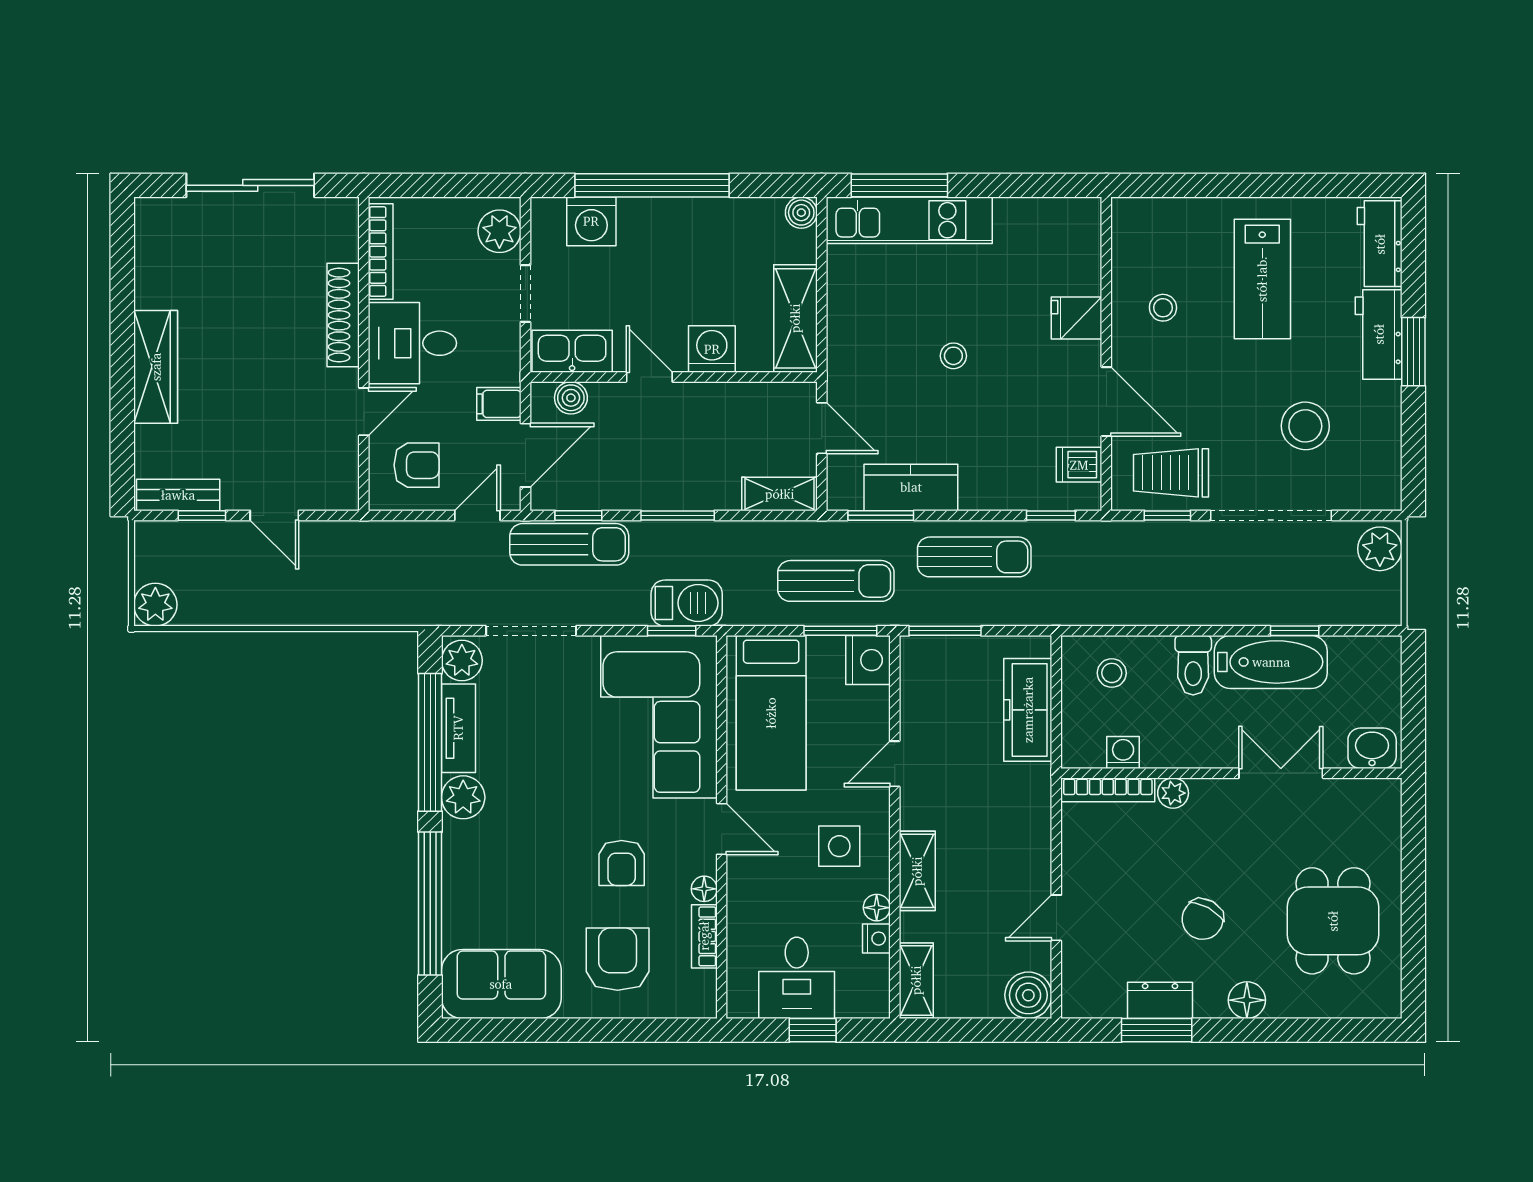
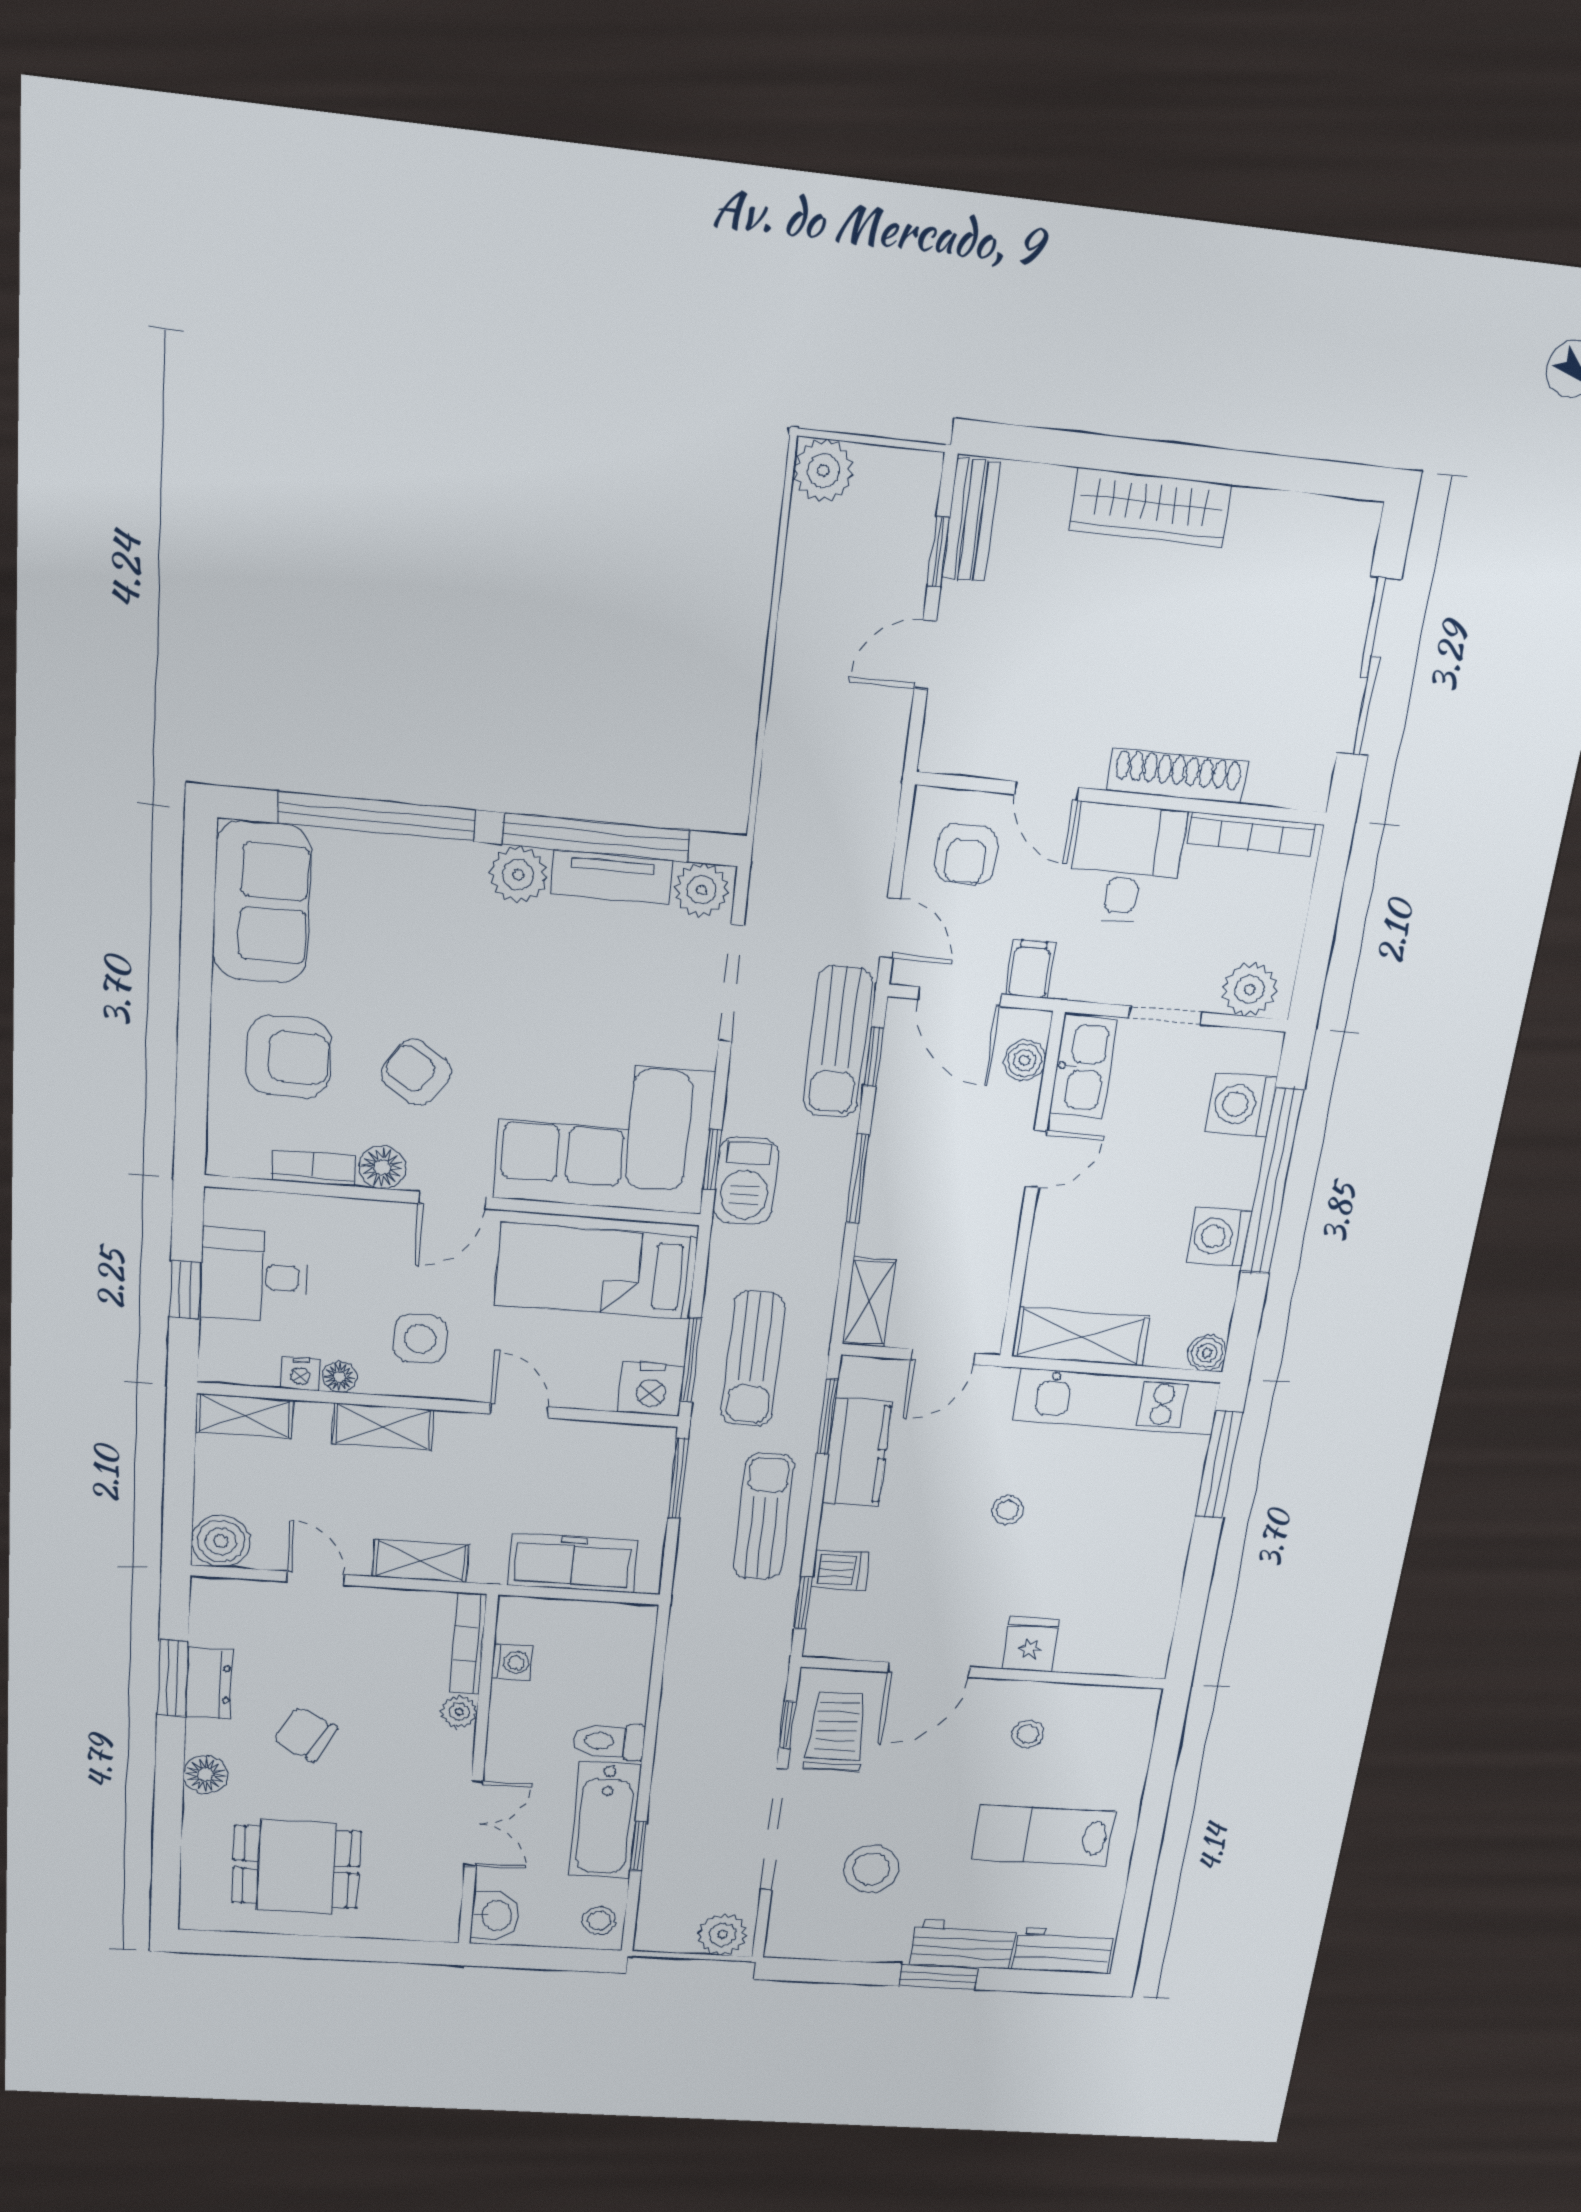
kitchen unit: (909, 220) -> (1117, 1402), moved, turned -90
washing machine: (712, 349) -> (1219, 1237), moved, turned 180
dishwasher: (1079, 465) -> (840, 1570), moved, turned 90
sun lounger: (974, 557) -> (764, 1517), turned 180
stool: (1112, 673) -> (599, 1921), moved
shelving: (1034, 834) -> (420, 1561), added
armchair: (622, 863) -> (416, 1072), turned 35
floor lamp: (704, 889) -> (382, 1167), width x1.37, depth x1.37

